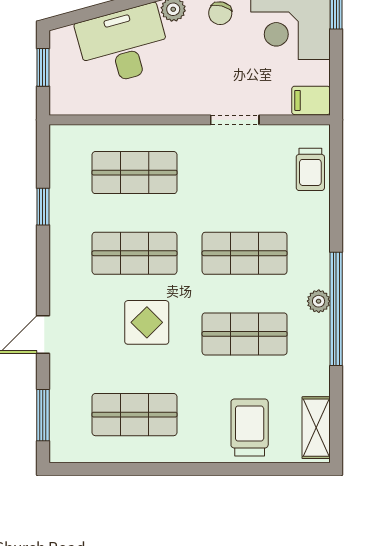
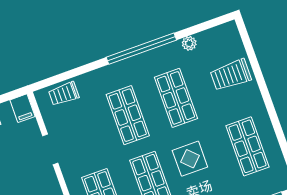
trolley: (310, 169) -> (64, 94), turned 180
plant: (319, 301) -> (189, 43), moved
shelving: (316, 428) -> (217, 35), removed

